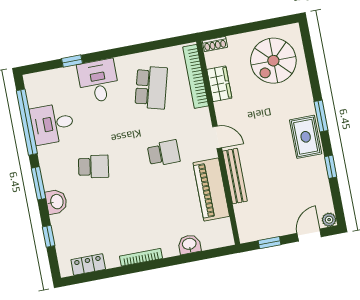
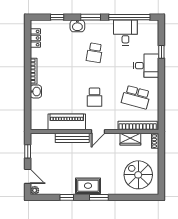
washbasin: (189, 244) -> (36, 91), moved

